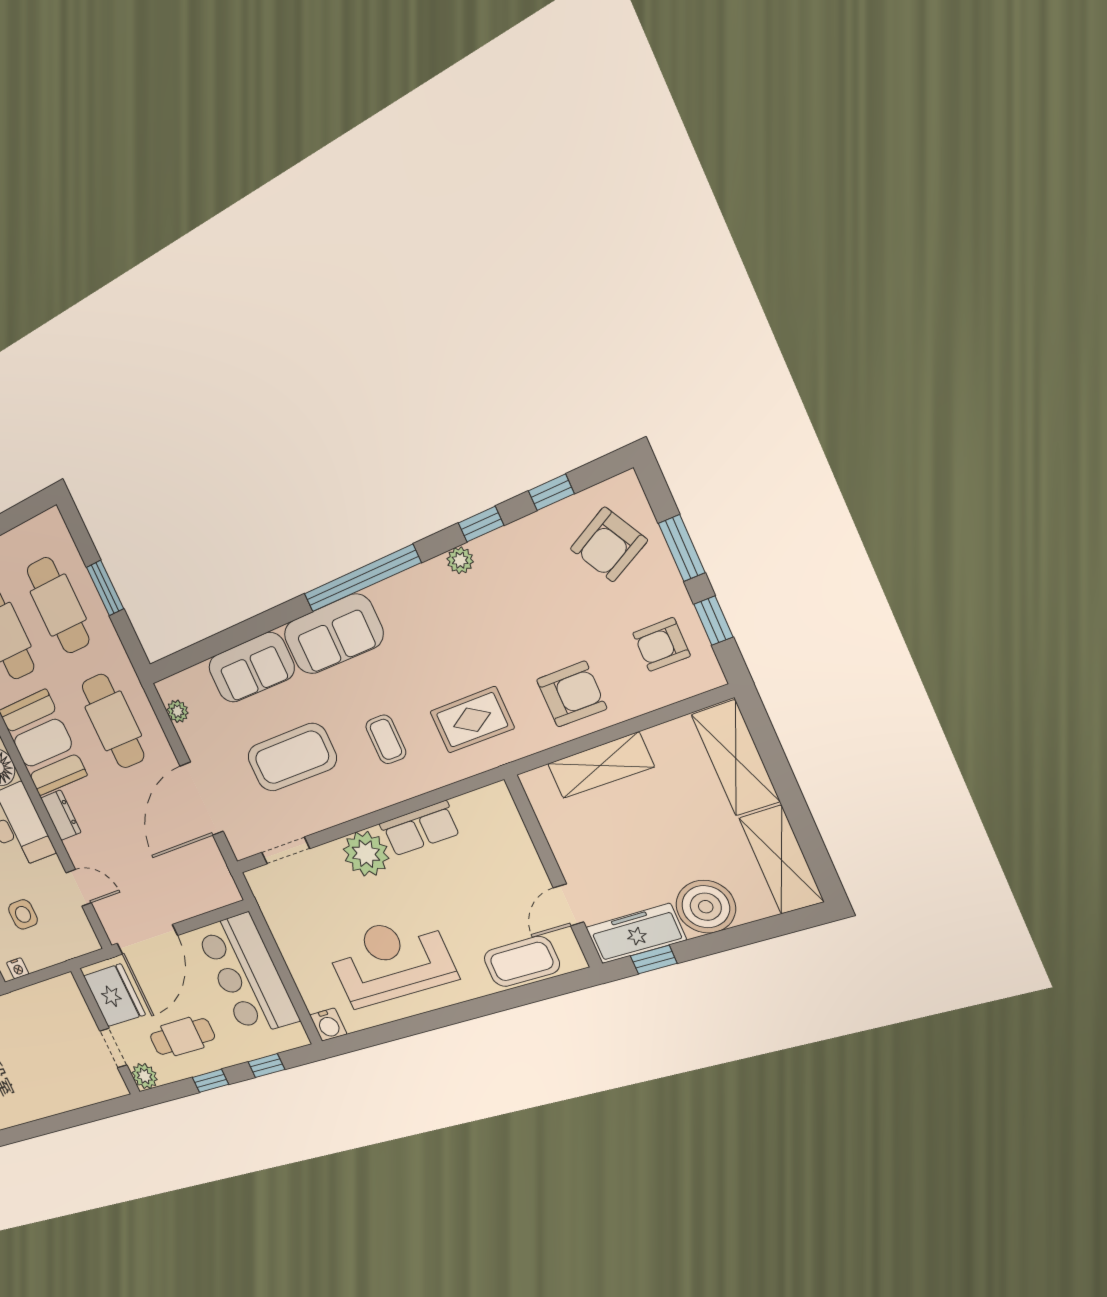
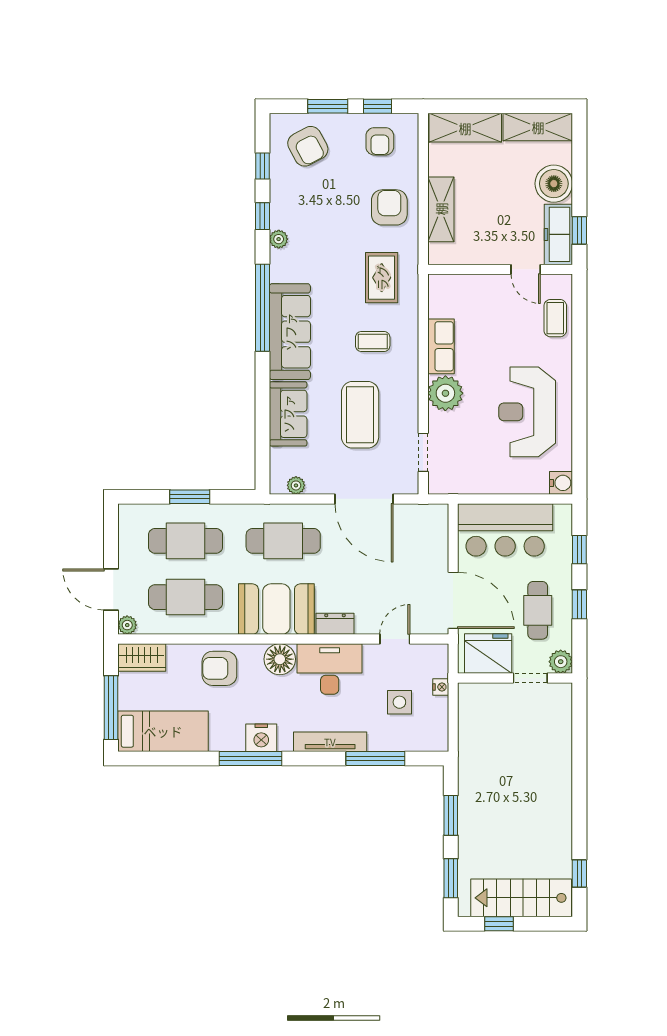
sofa: (333, 634) -> (290, 332), width x1.36
coffee table: (522, 962) -> (555, 318), width x0.73, depth x0.77
nightstand: (18, 968) -> (441, 687), moved

